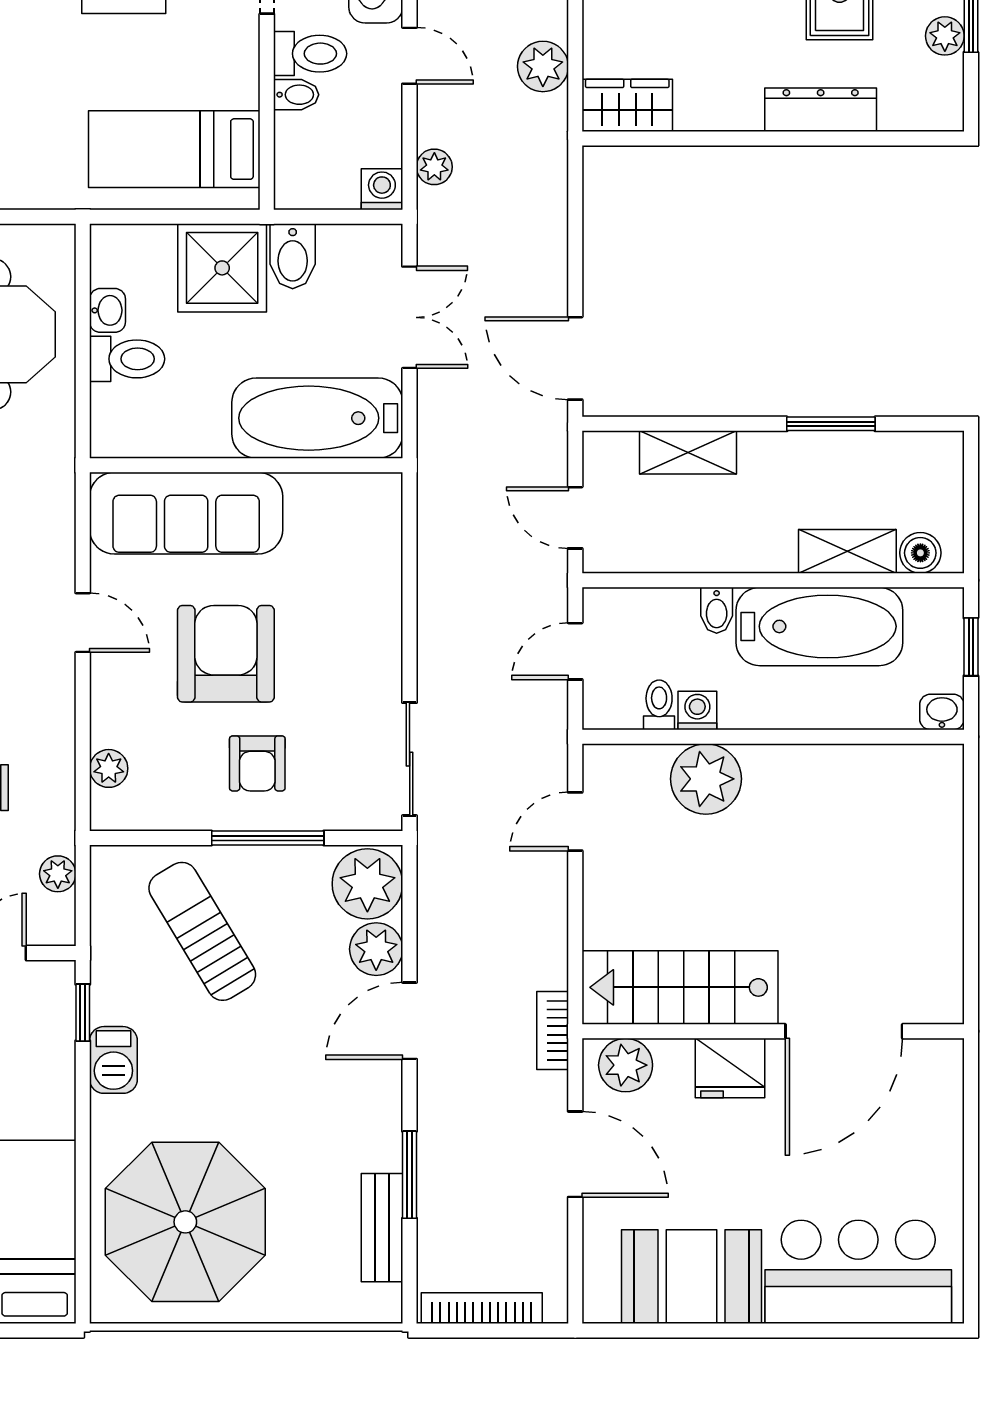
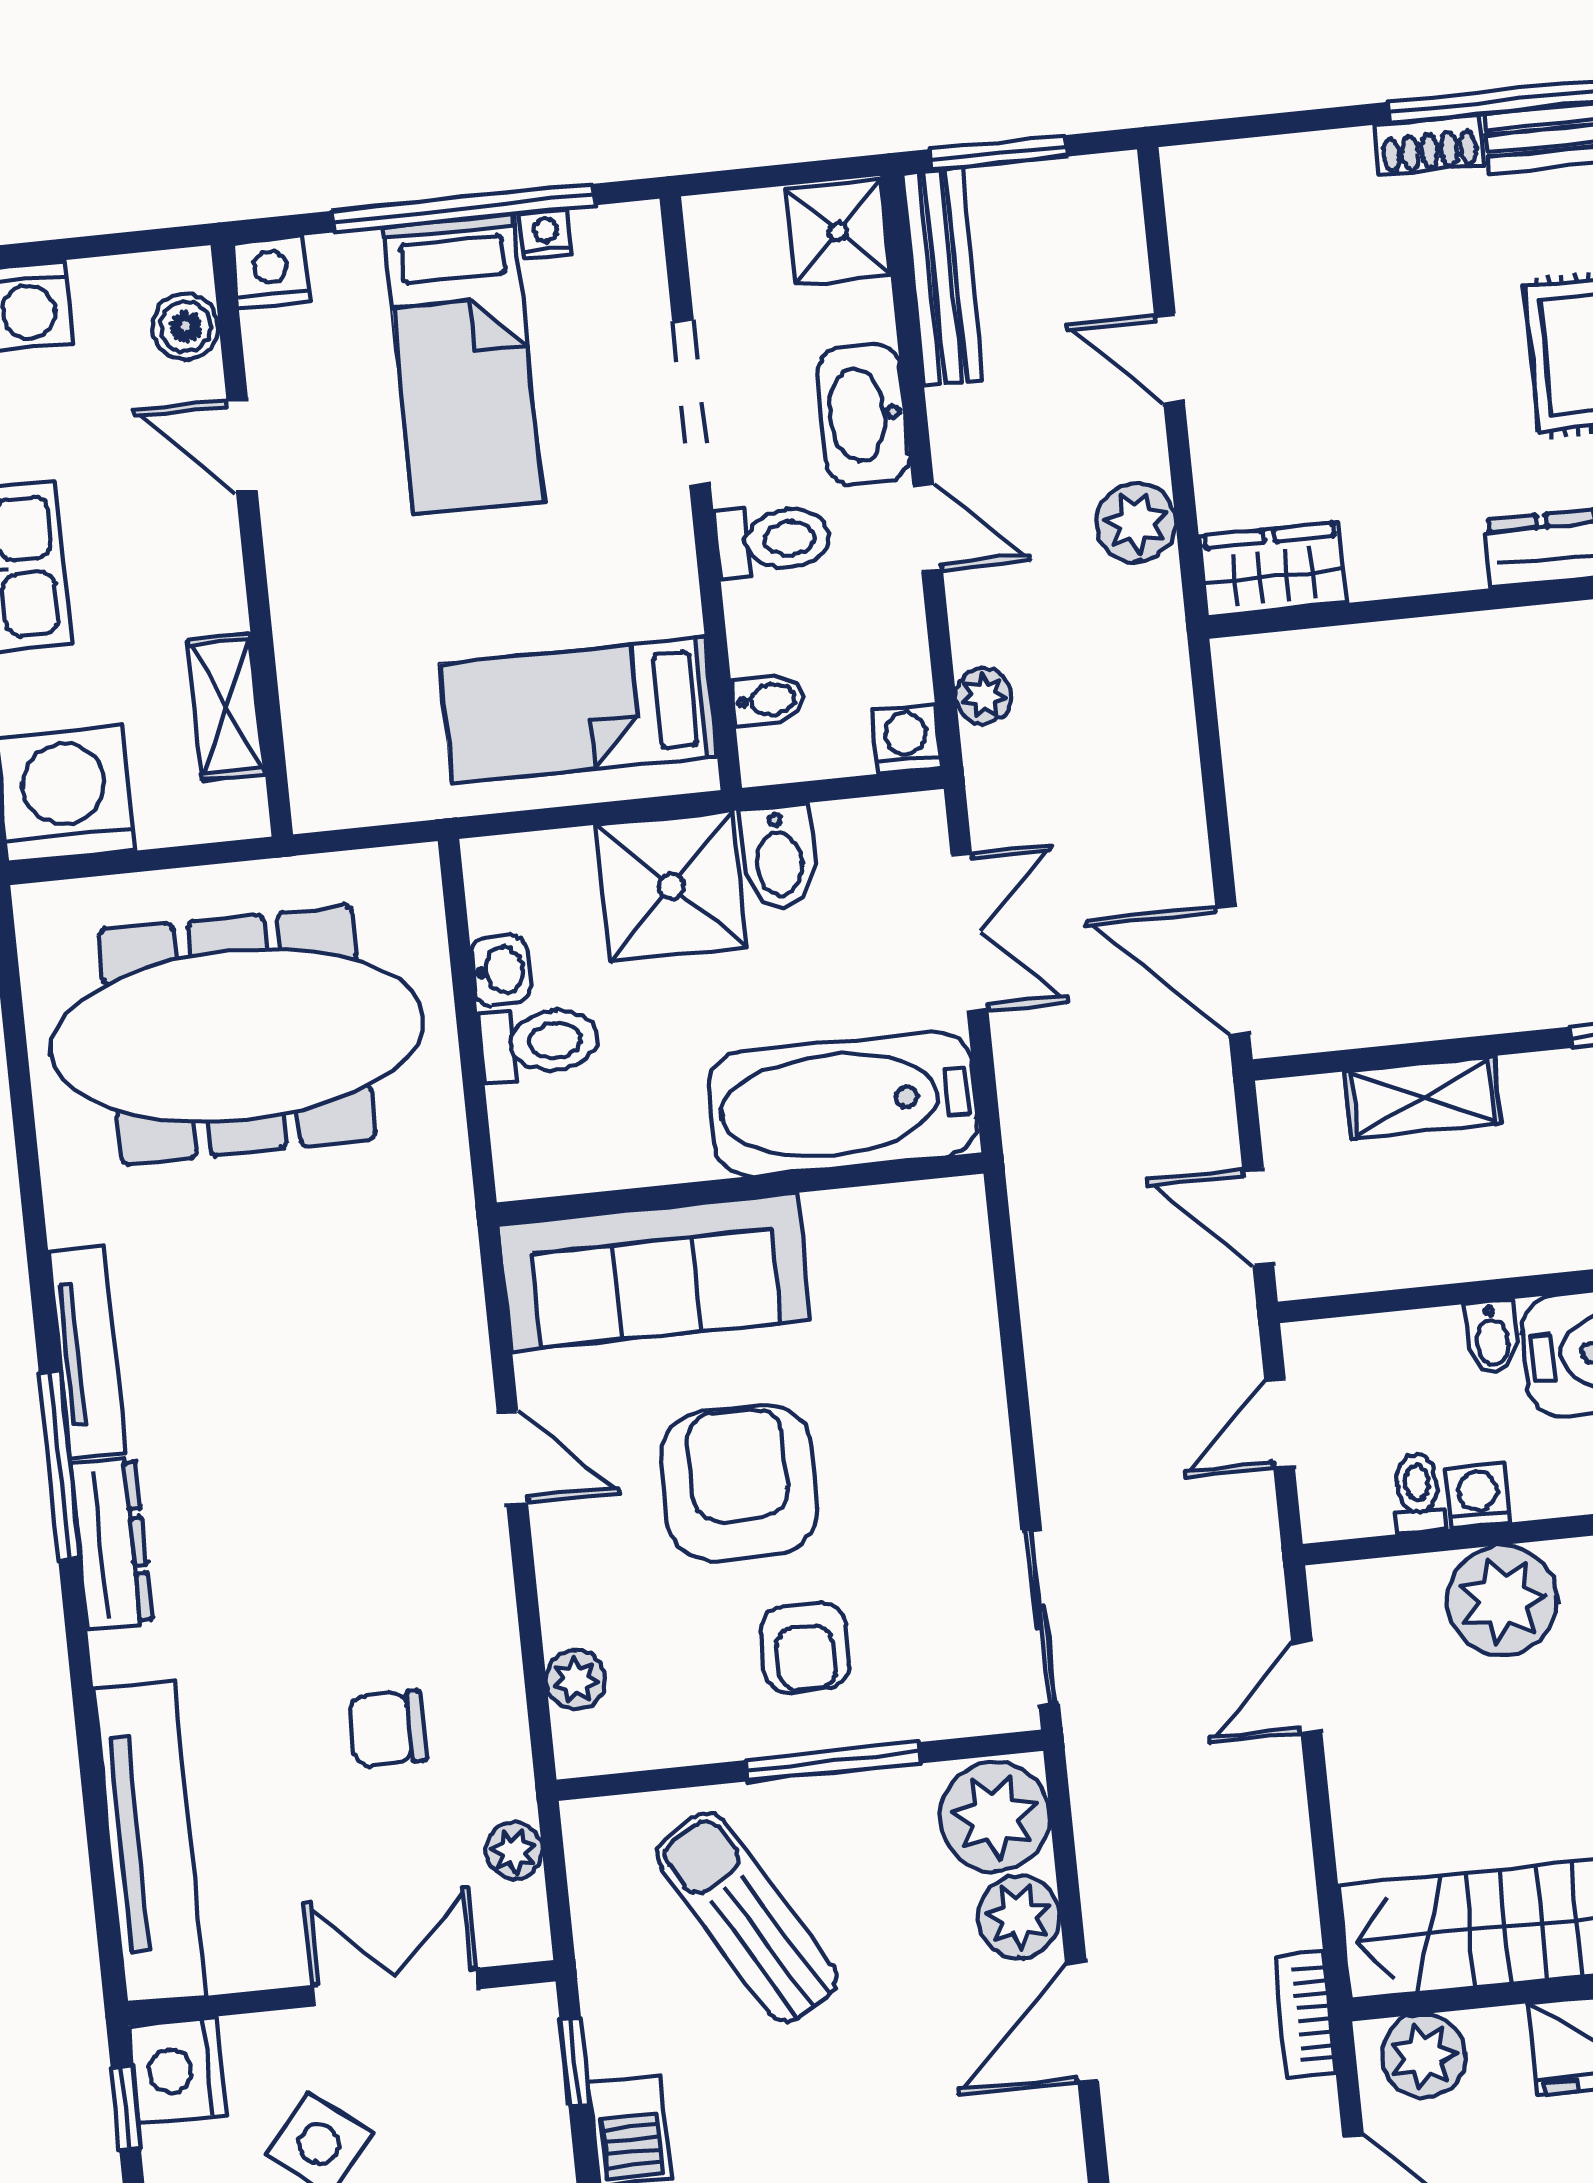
bidet: (296, 95) -> (768, 700), moved

